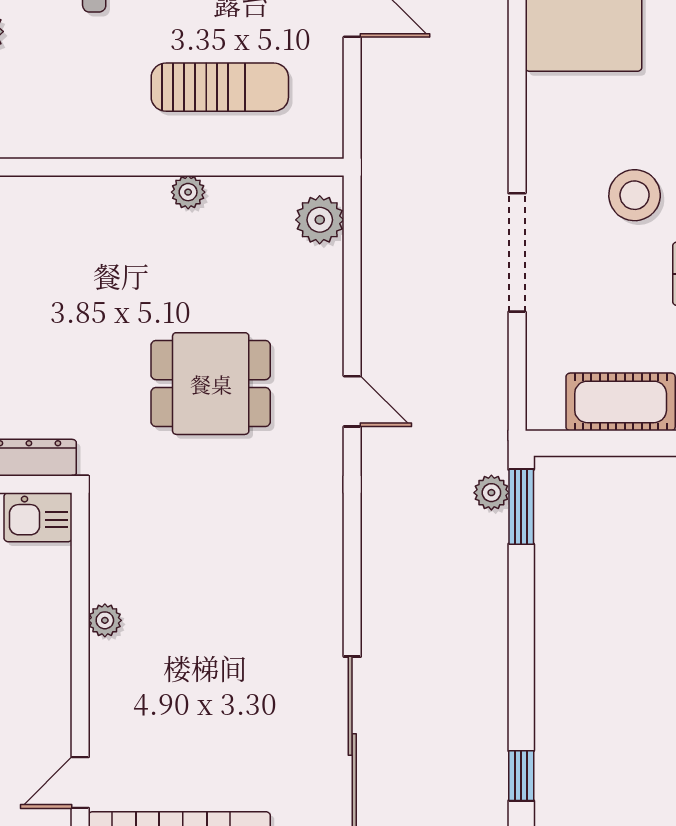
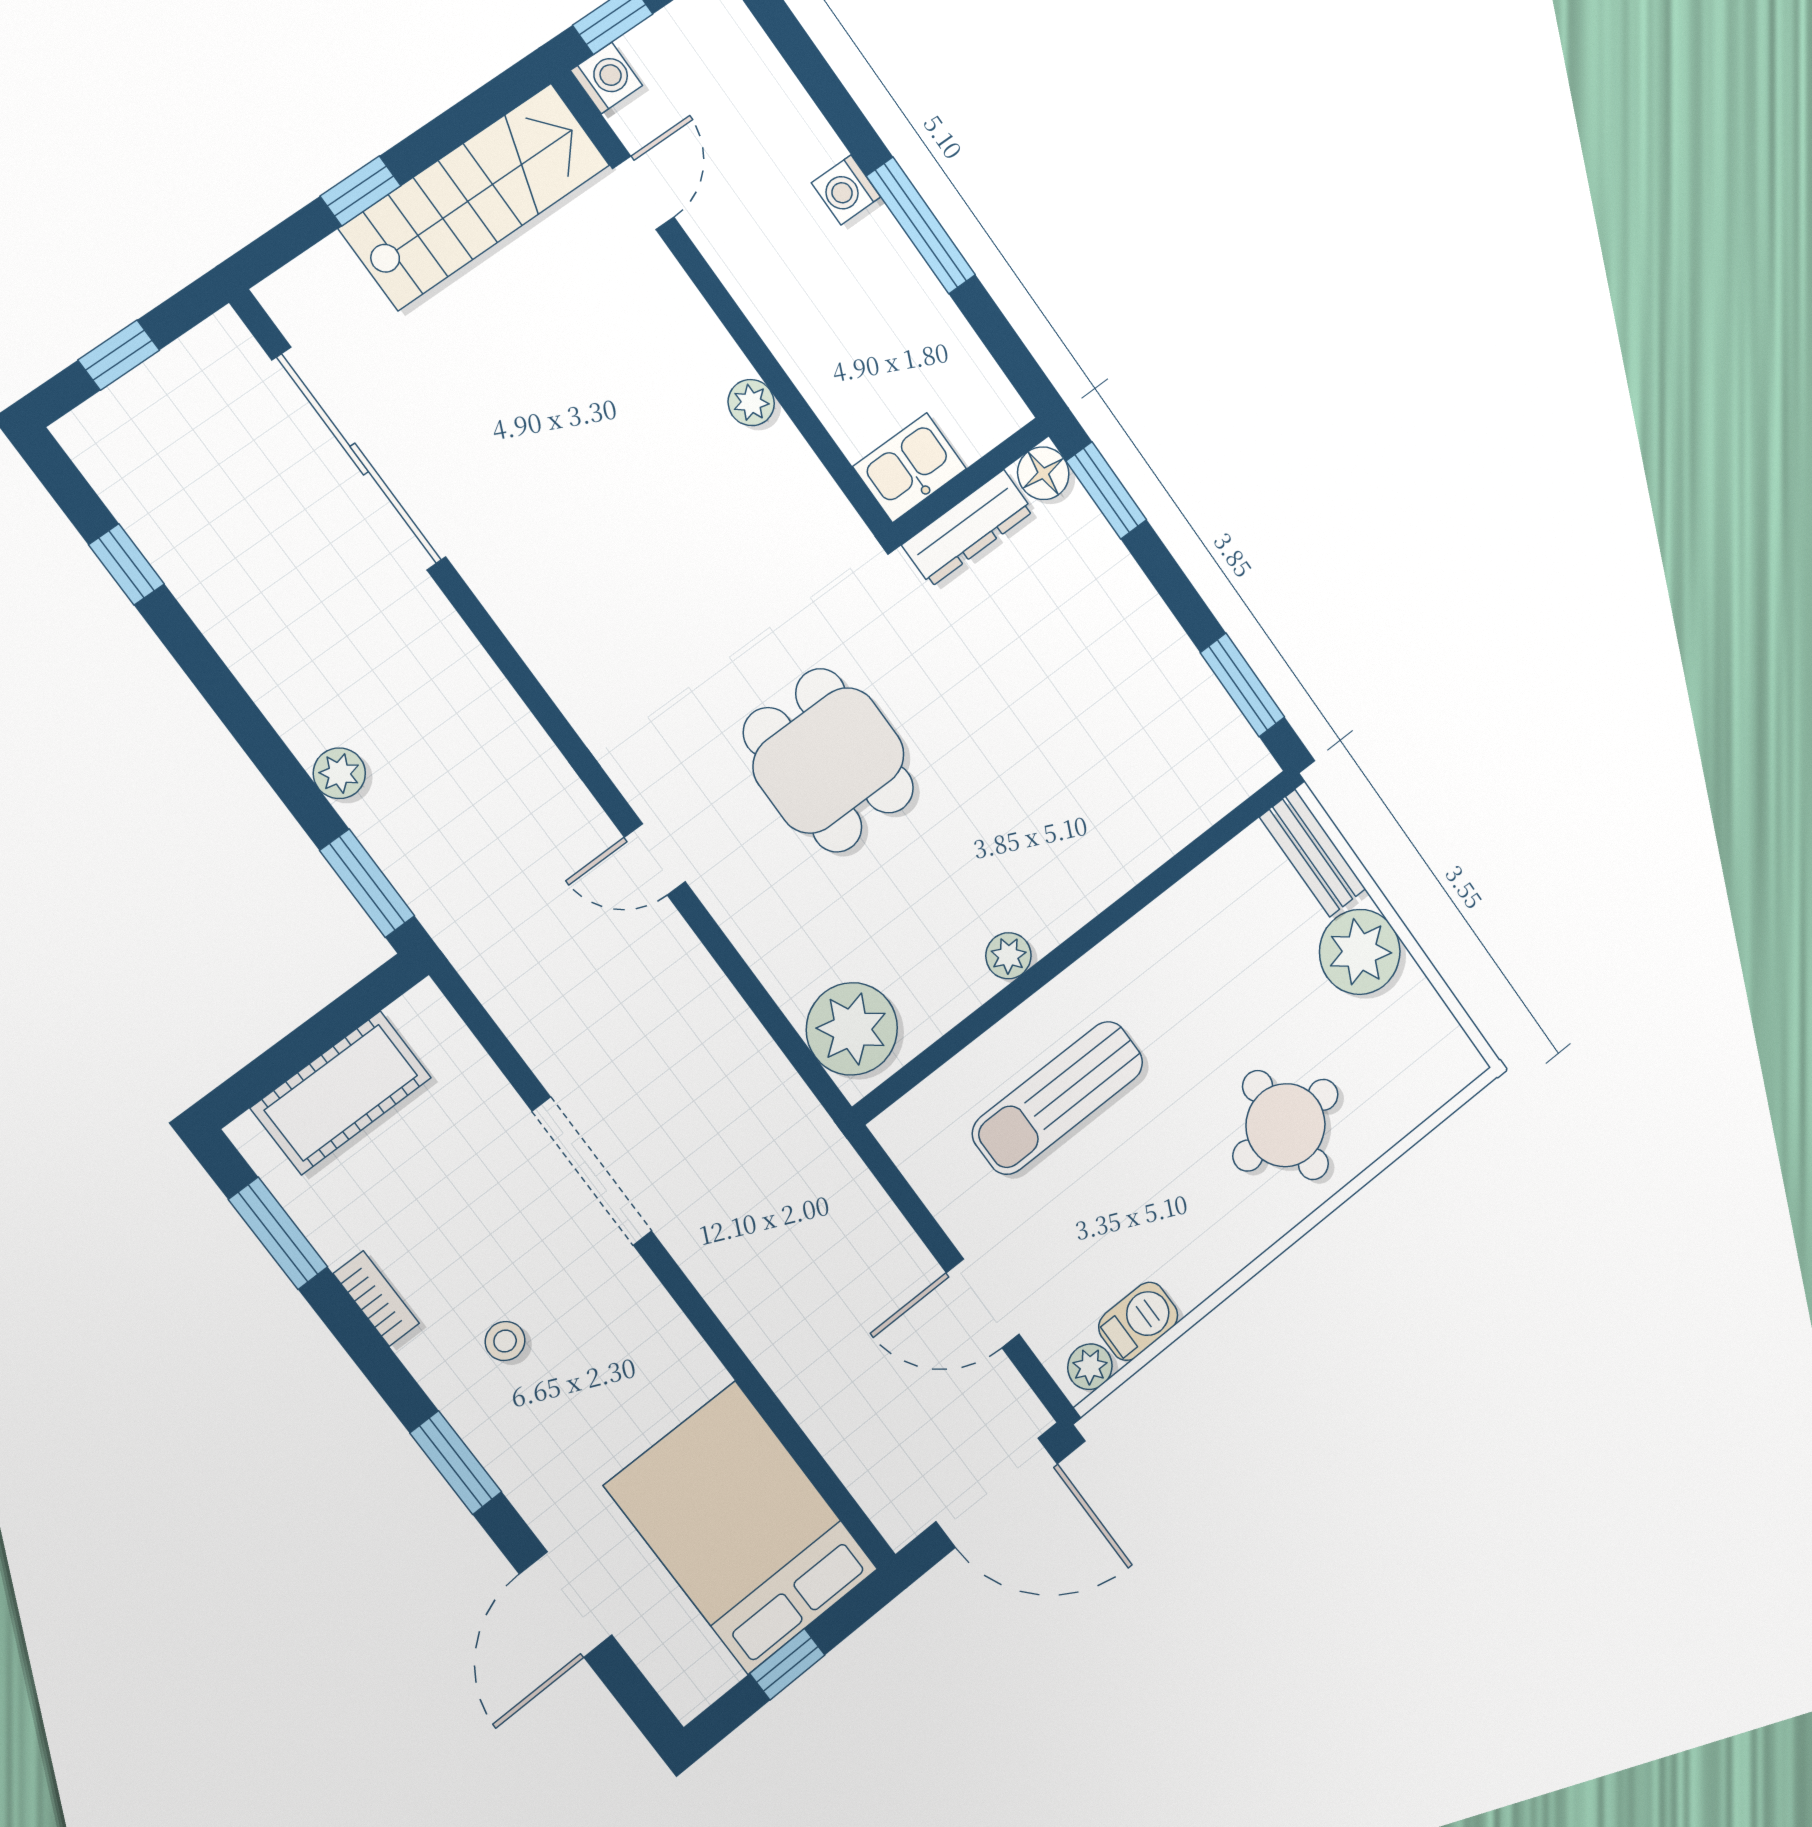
stool: (635, 195) -> (505, 1341), width x0.53, depth x0.53
plant: (320, 220) -> (852, 1029), width x1.36, depth x1.36
dining table: (211, 384) -> (829, 760), turned 90
plant: (491, 493) -> (339, 773), moved

